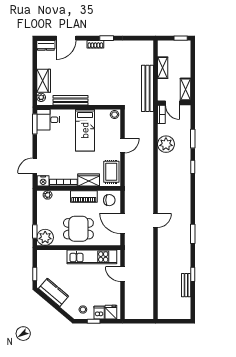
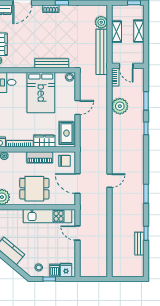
plant: (147, 58) -> (101, 22), added
shelving: (185, 89) -> (139, 31), moved
bench: (71, 100) -> (52, 63), moved
bed: (85, 130) -> (41, 93), width x1.50

